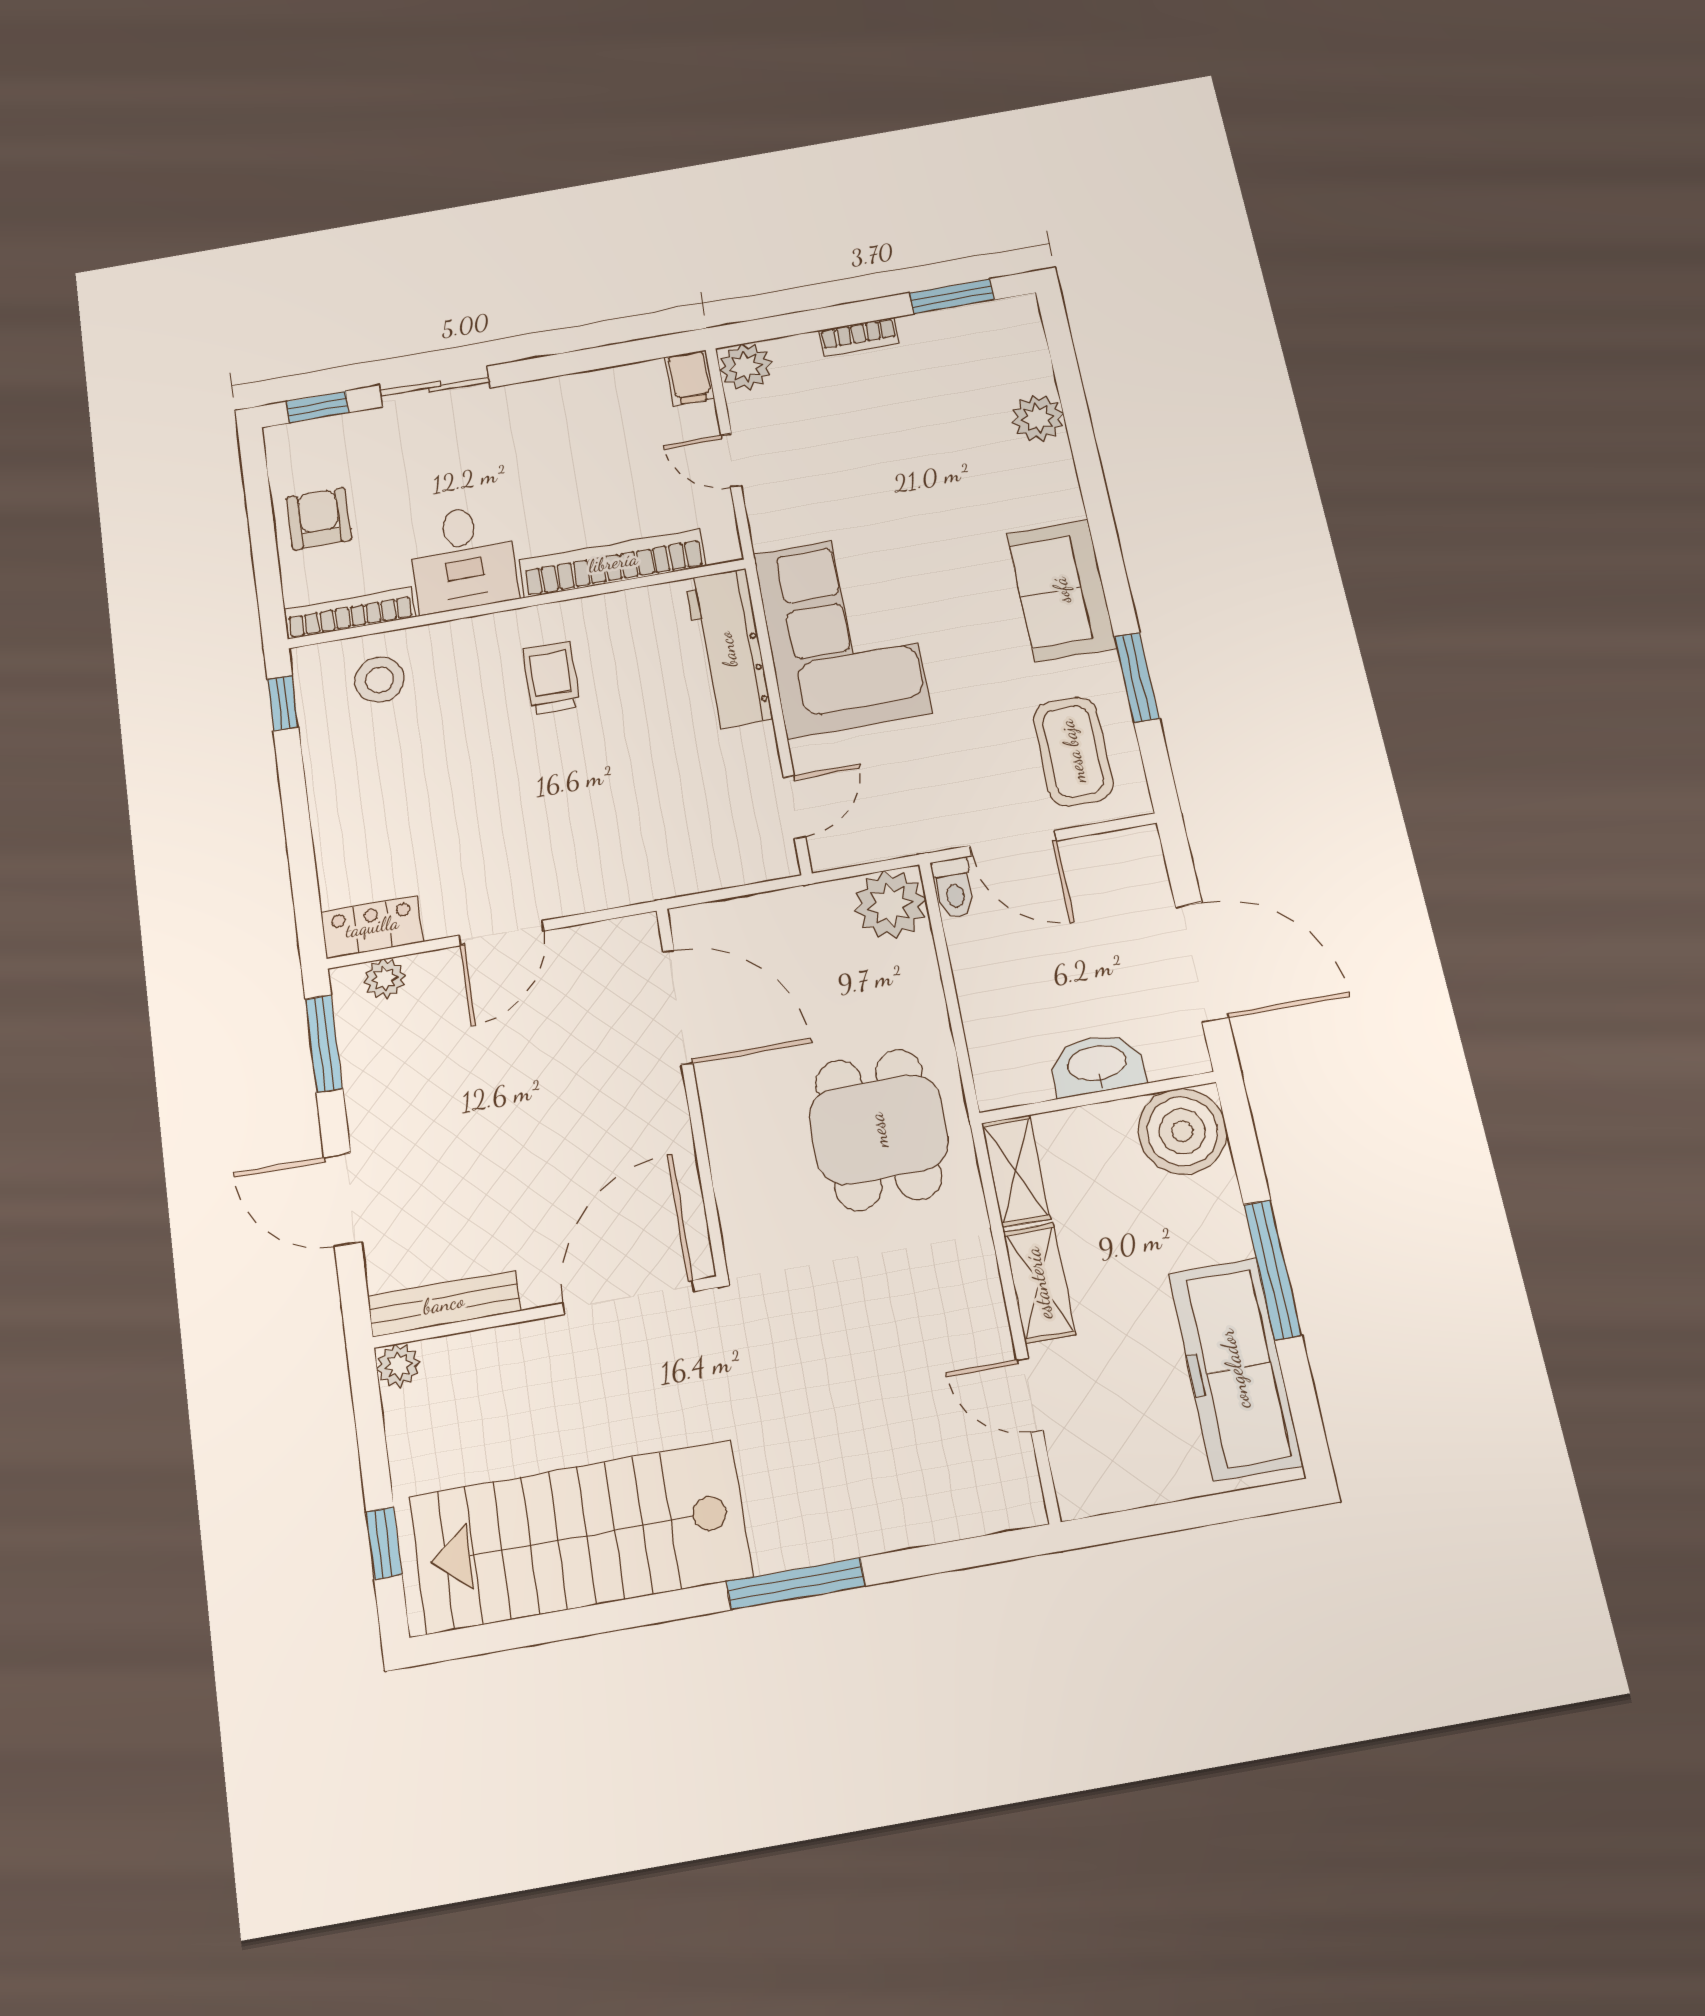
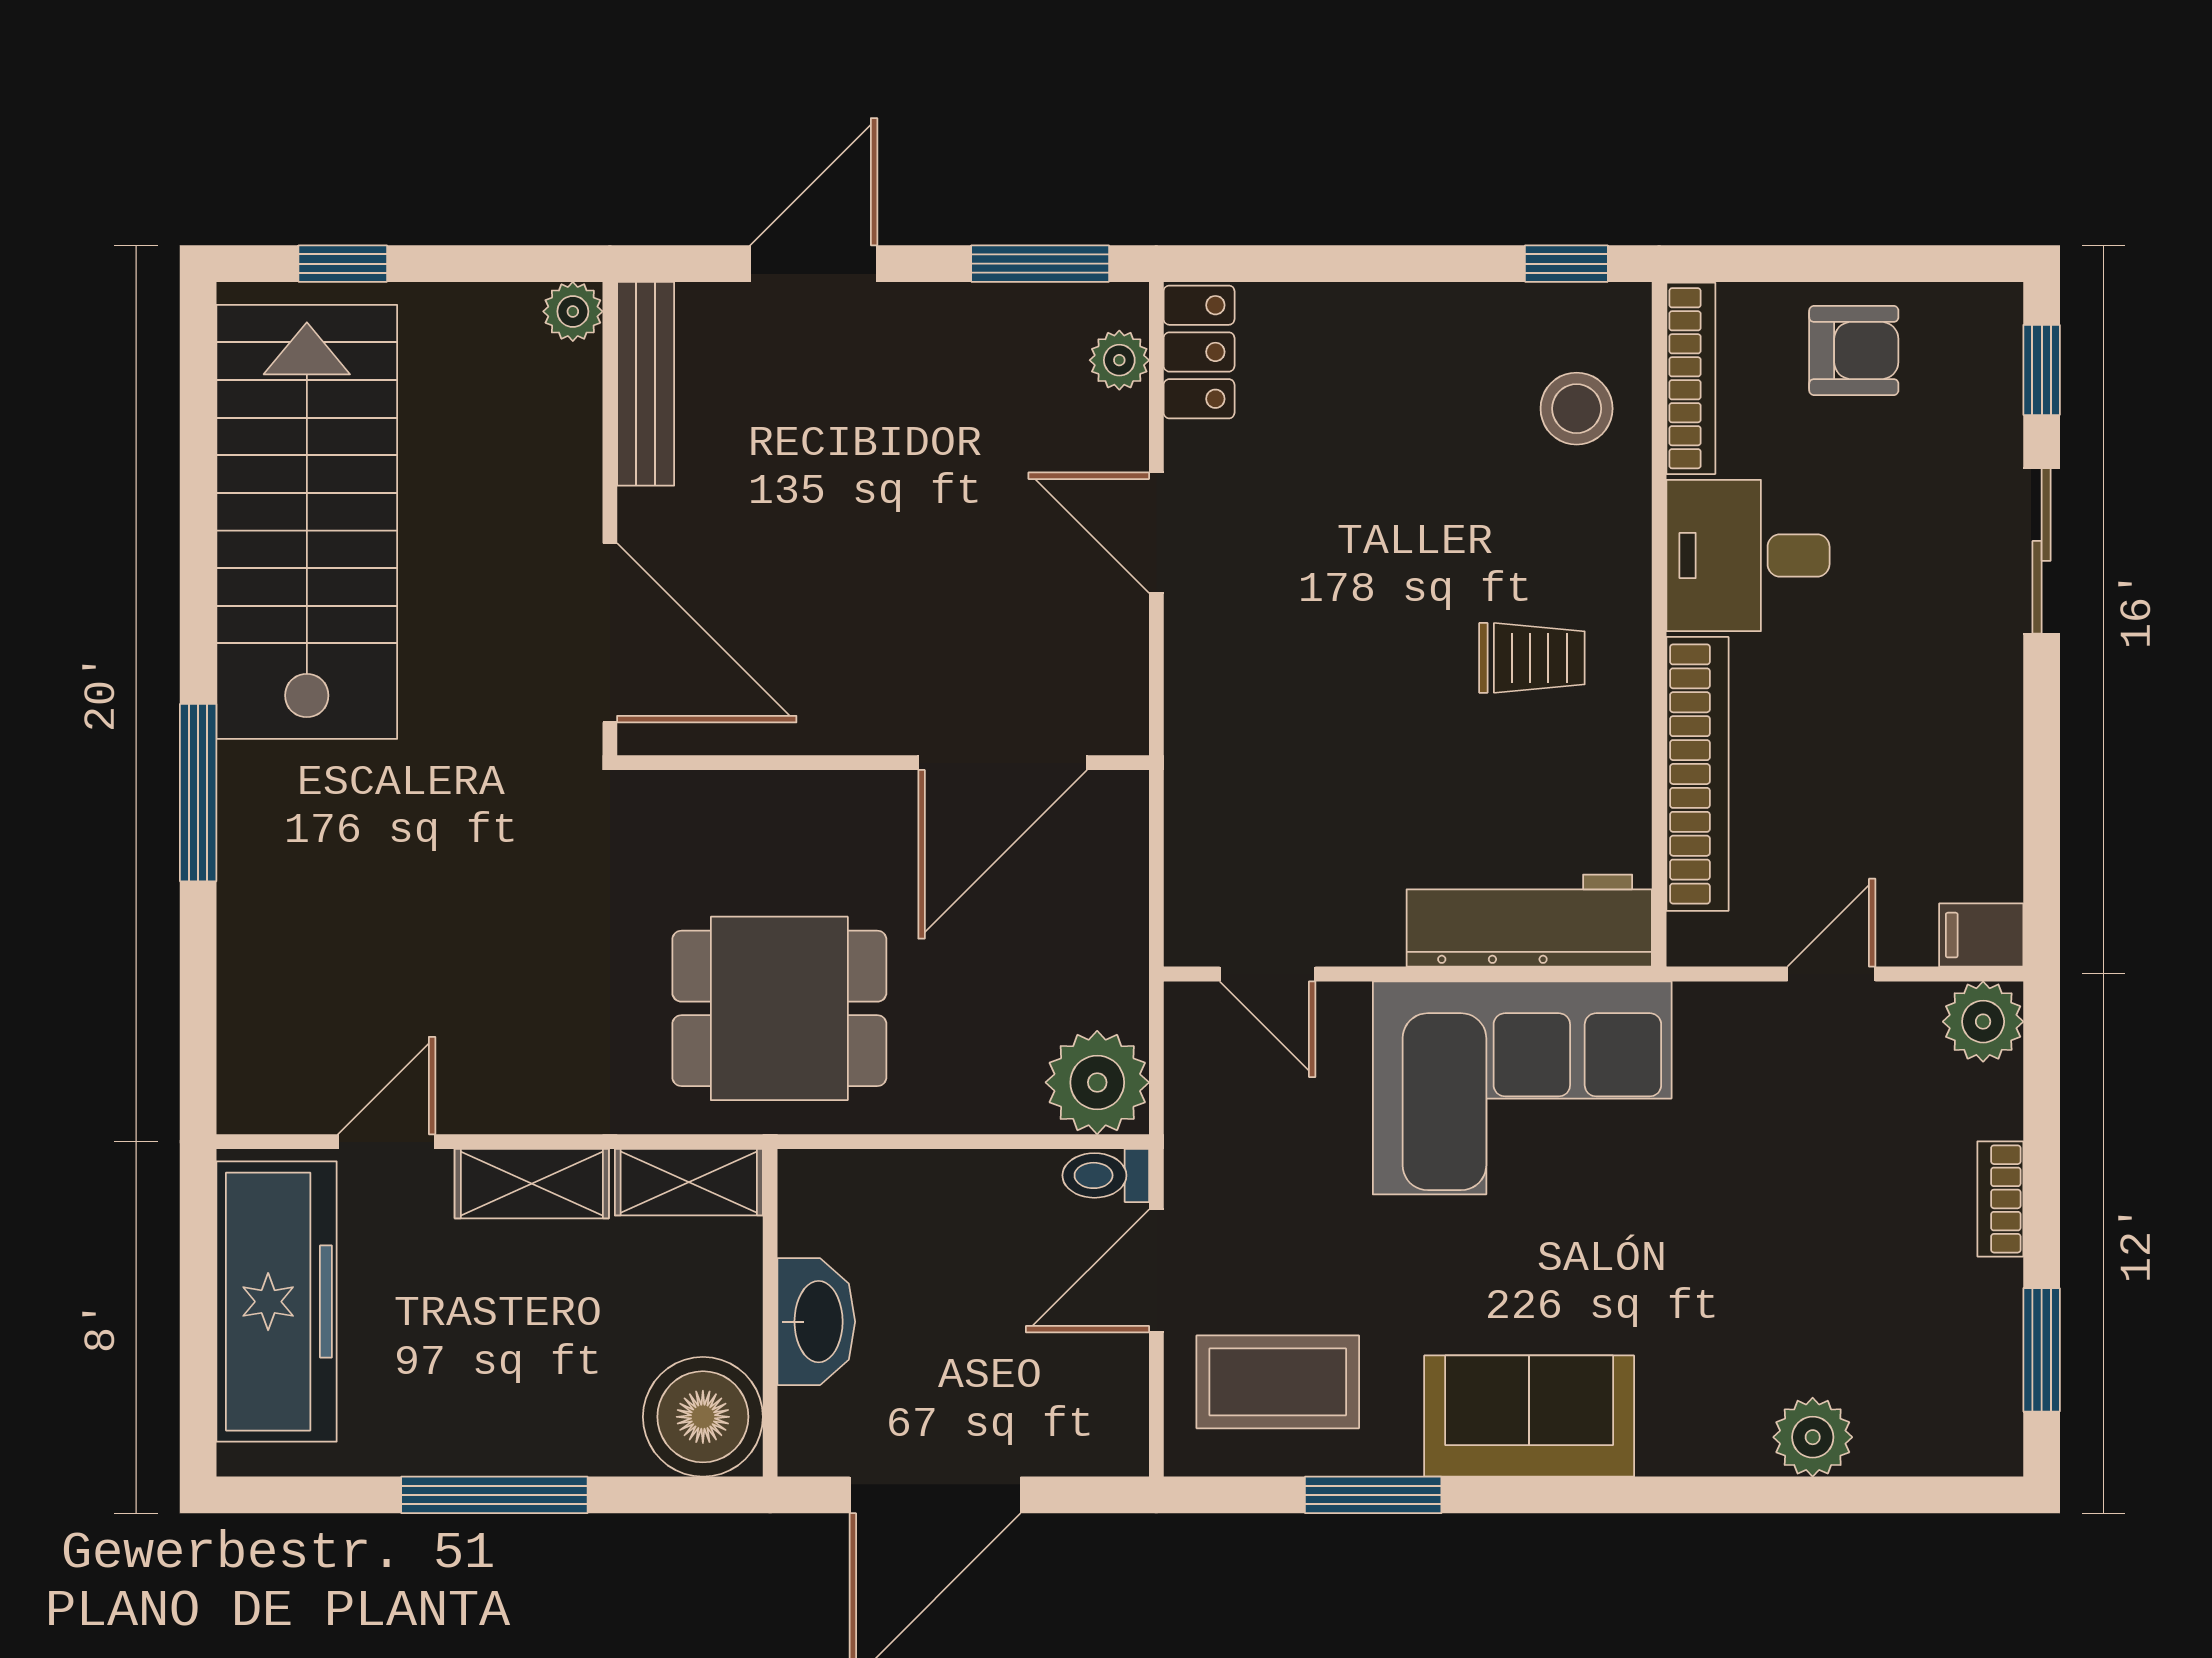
freezer: (1235, 1369) -> (277, 1302), moved, turned 90

